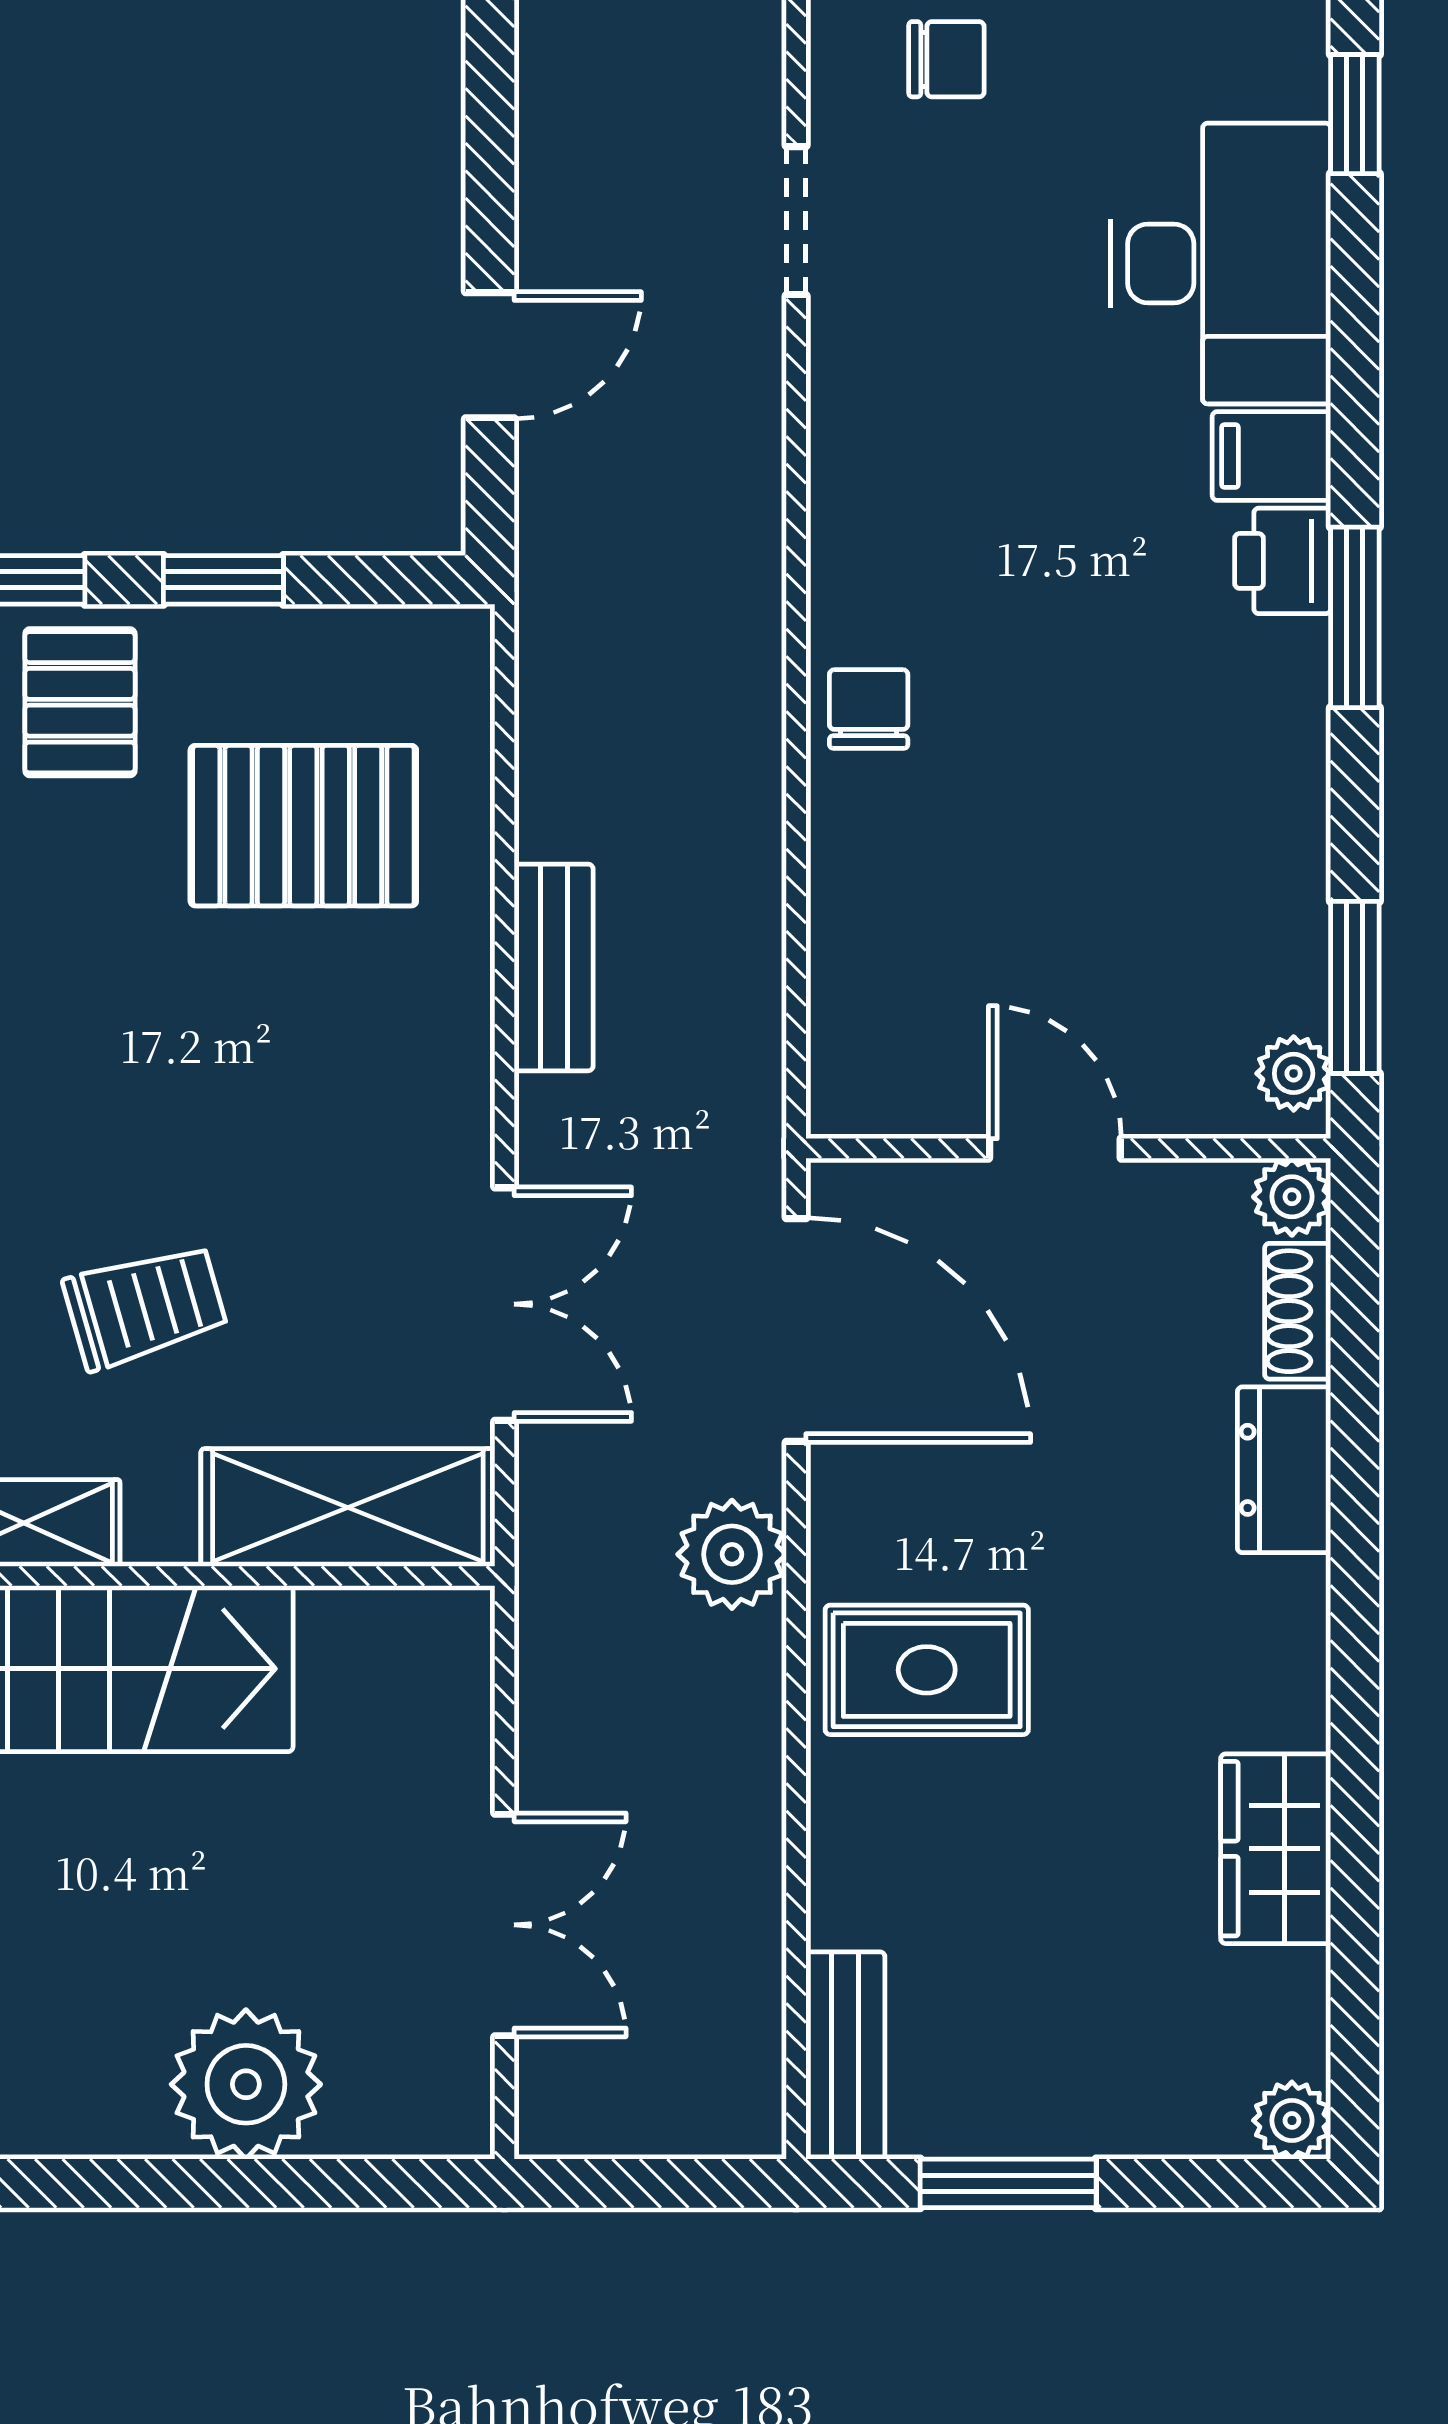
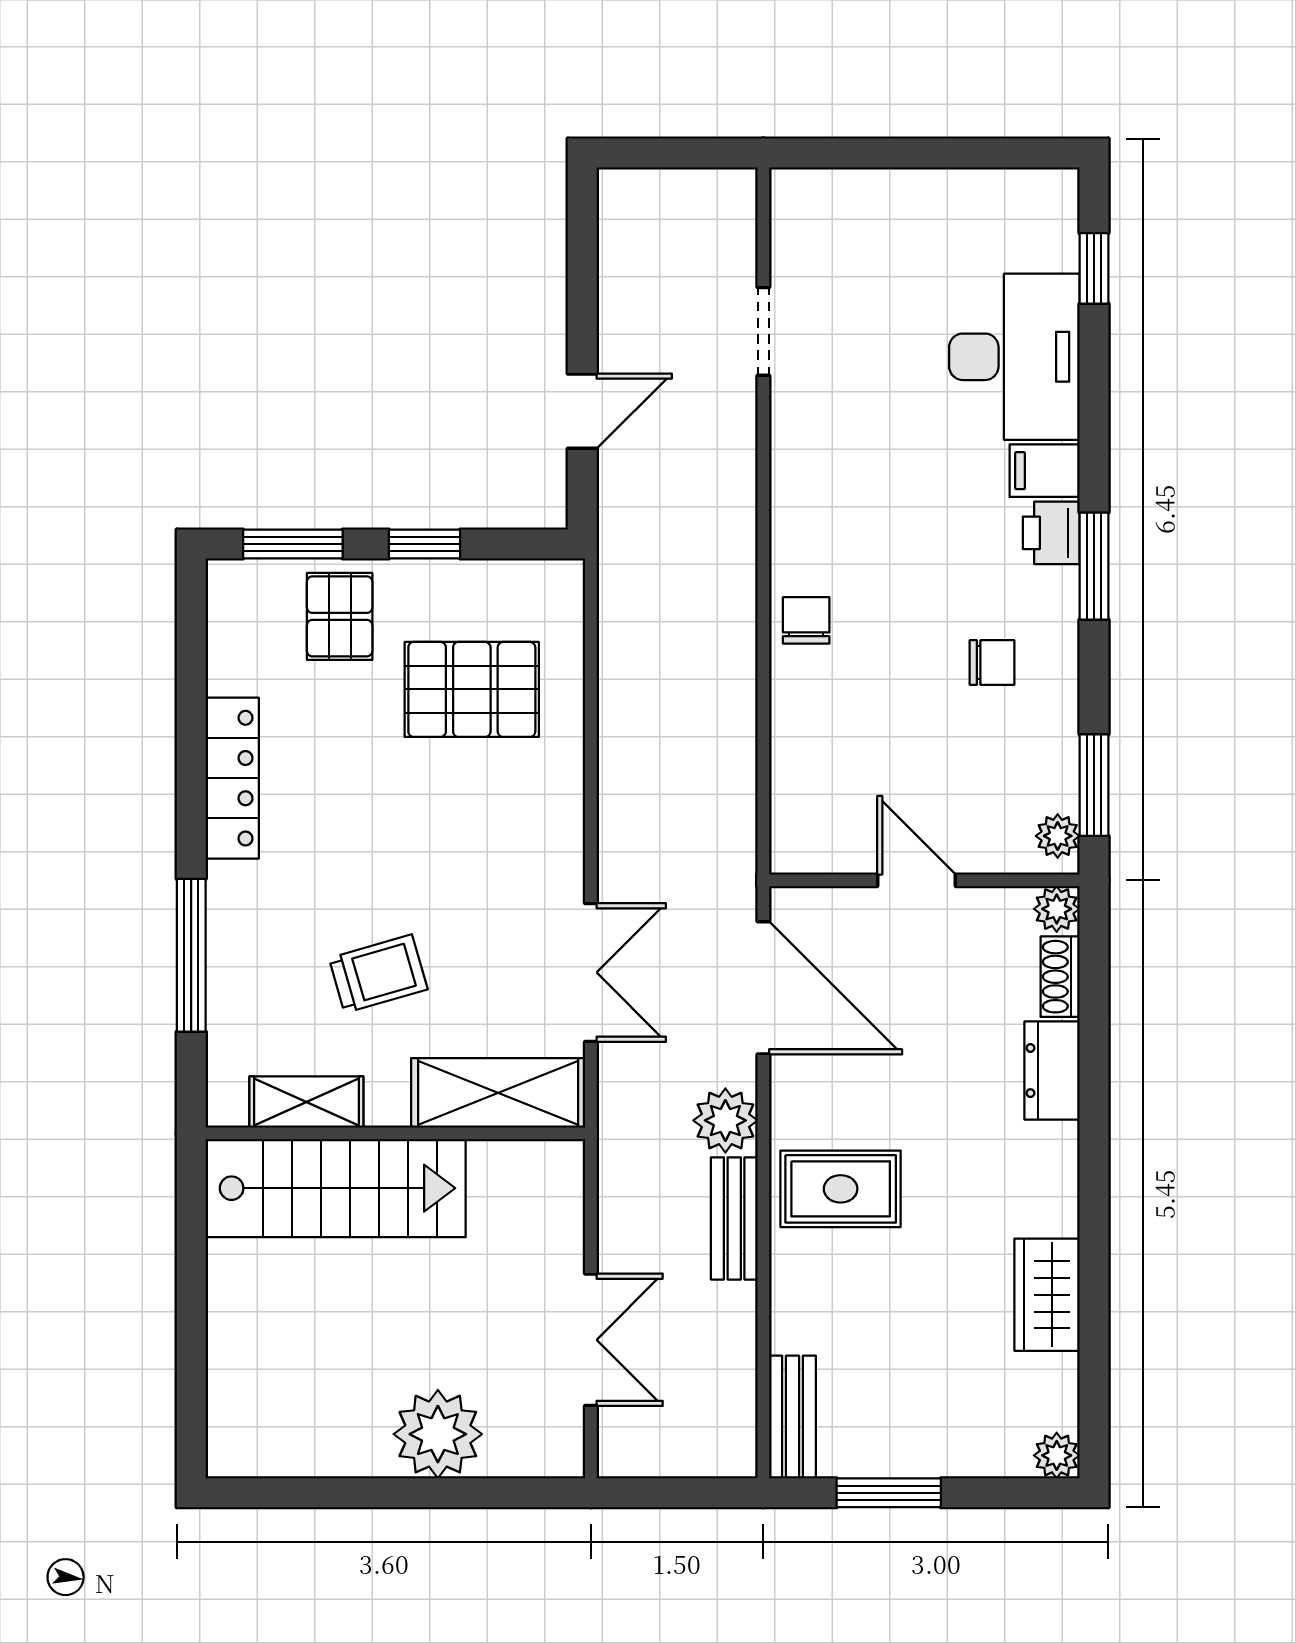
chair: (946, 59) -> (992, 663), moved
bench: (554, 967) -> (734, 1218), moved

